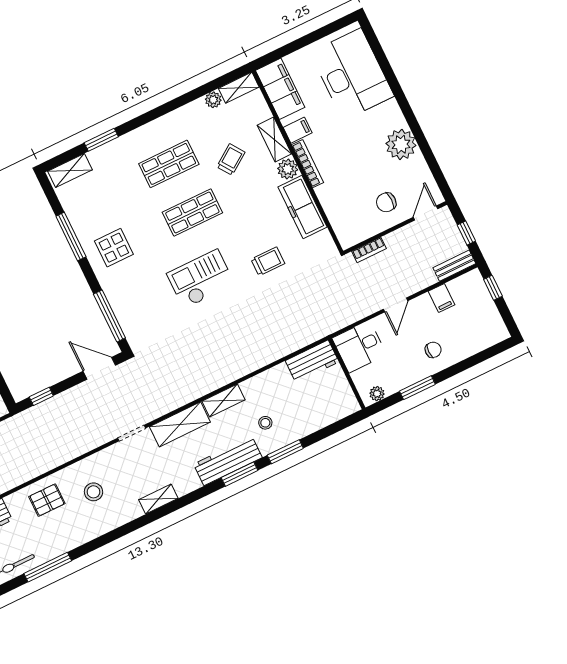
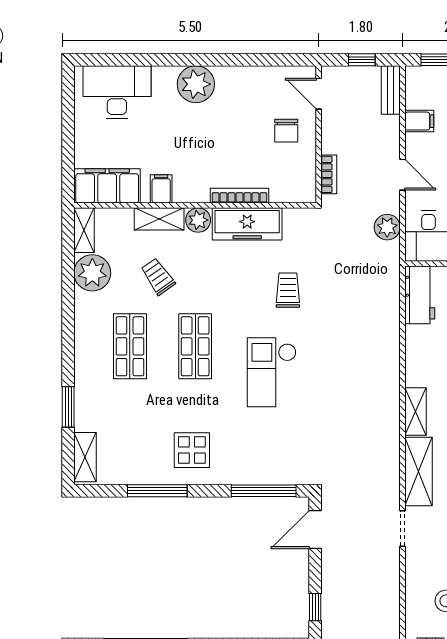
desk: (352, 74) -> (117, 92), width x0.73, depth x0.77
plant: (213, 100) -> (92, 273), width x1.87, depth x1.87
plant: (401, 144) -> (196, 84), moved
bookcase: (308, 164) -> (240, 196), moved
plant: (351, 313) -> (387, 227), added

